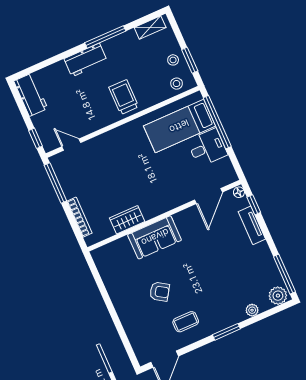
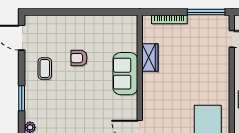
armchair: (160, 292) -> (79, 58), turned 57

